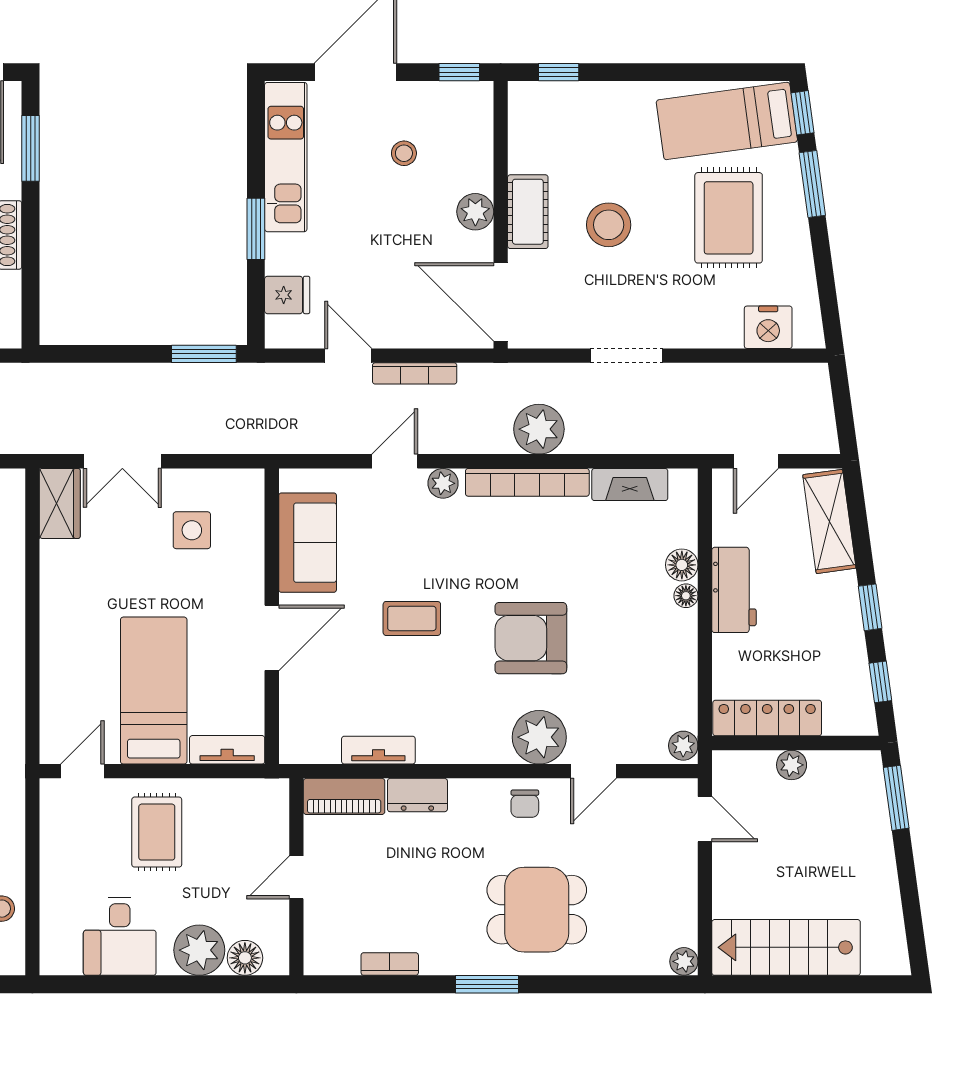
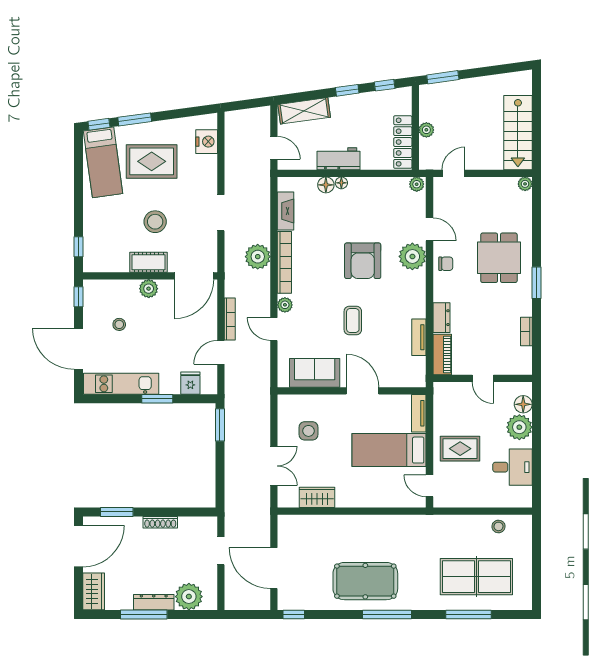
wardrobe: (60, 503) -> (317, 497), moved

